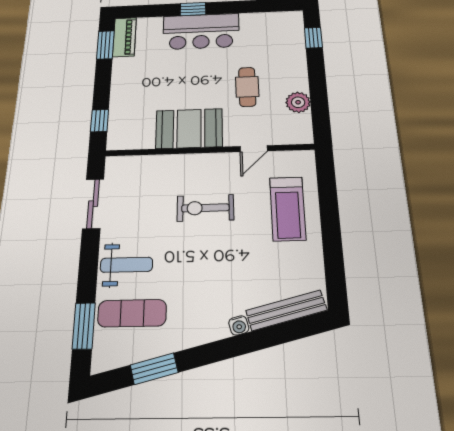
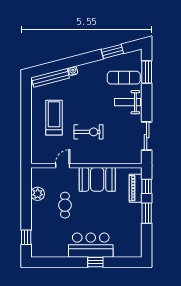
piano: (124, 37) -> (136, 188), moved
window: (105, 45) -> (147, 213), moved
treadmill: (288, 209) -> (54, 118), moved

